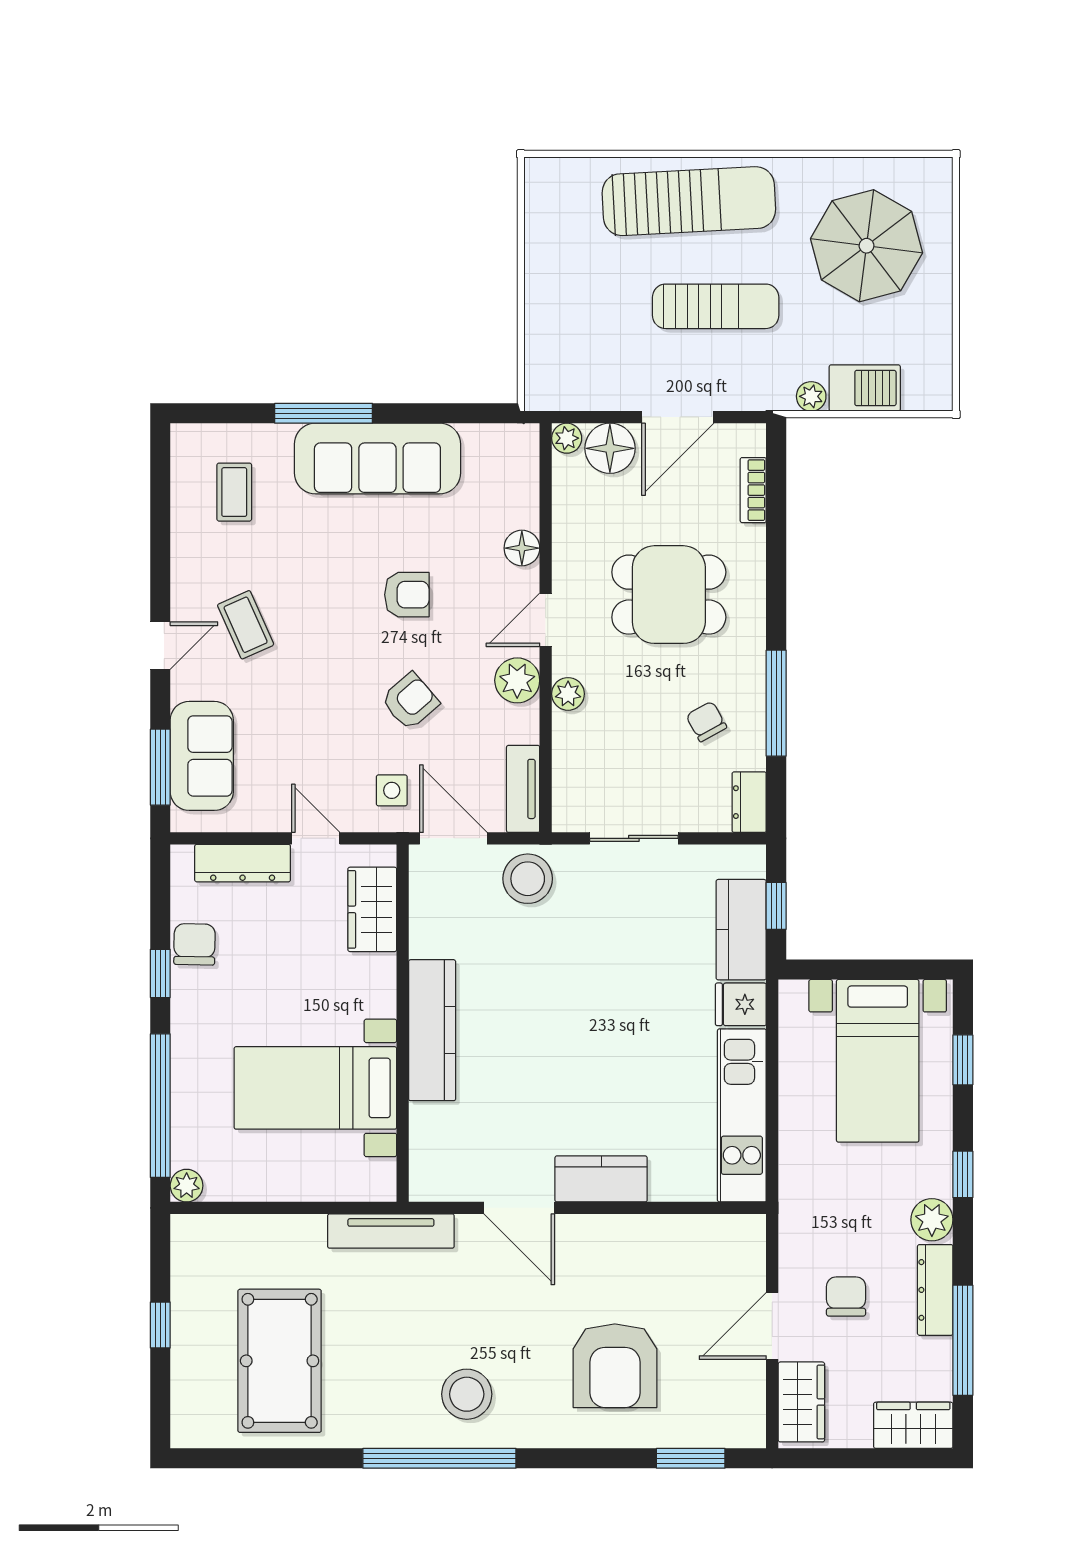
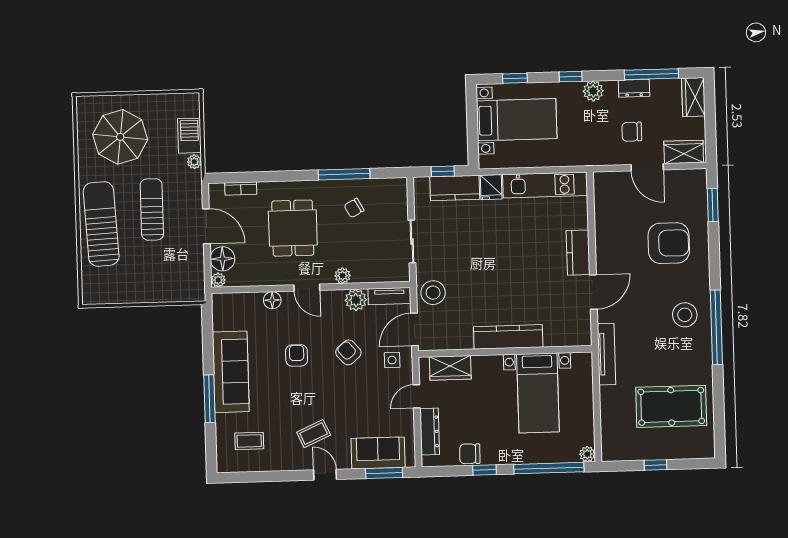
plant: (517, 680) -> (356, 300), moved
dresser: (749, 802) -> (393, 186), removed
dresser: (935, 1290) -> (634, 88), width x0.70

